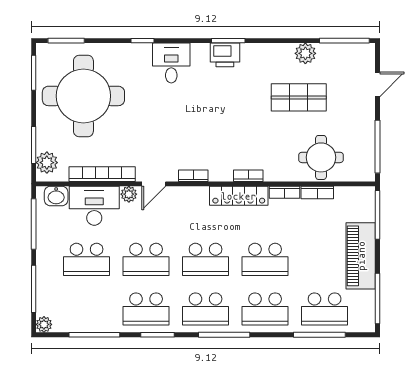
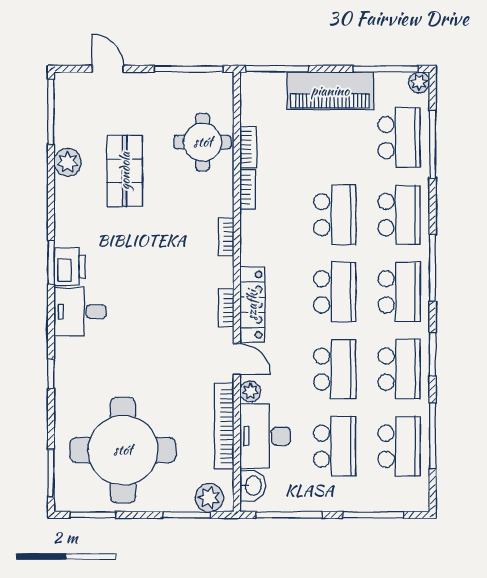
desk: (171, 63) -> (80, 312), moved
locker: (239, 196) -> (252, 305), moved
school desk: (87, 309) -> (399, 446), added
plant: (44, 324) -> (419, 82), moved

